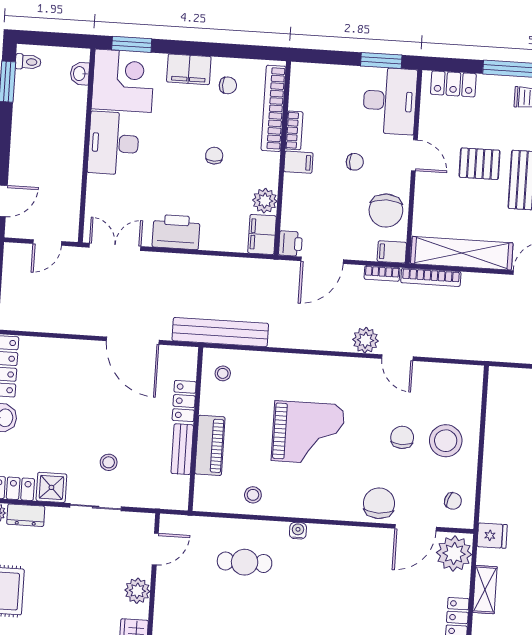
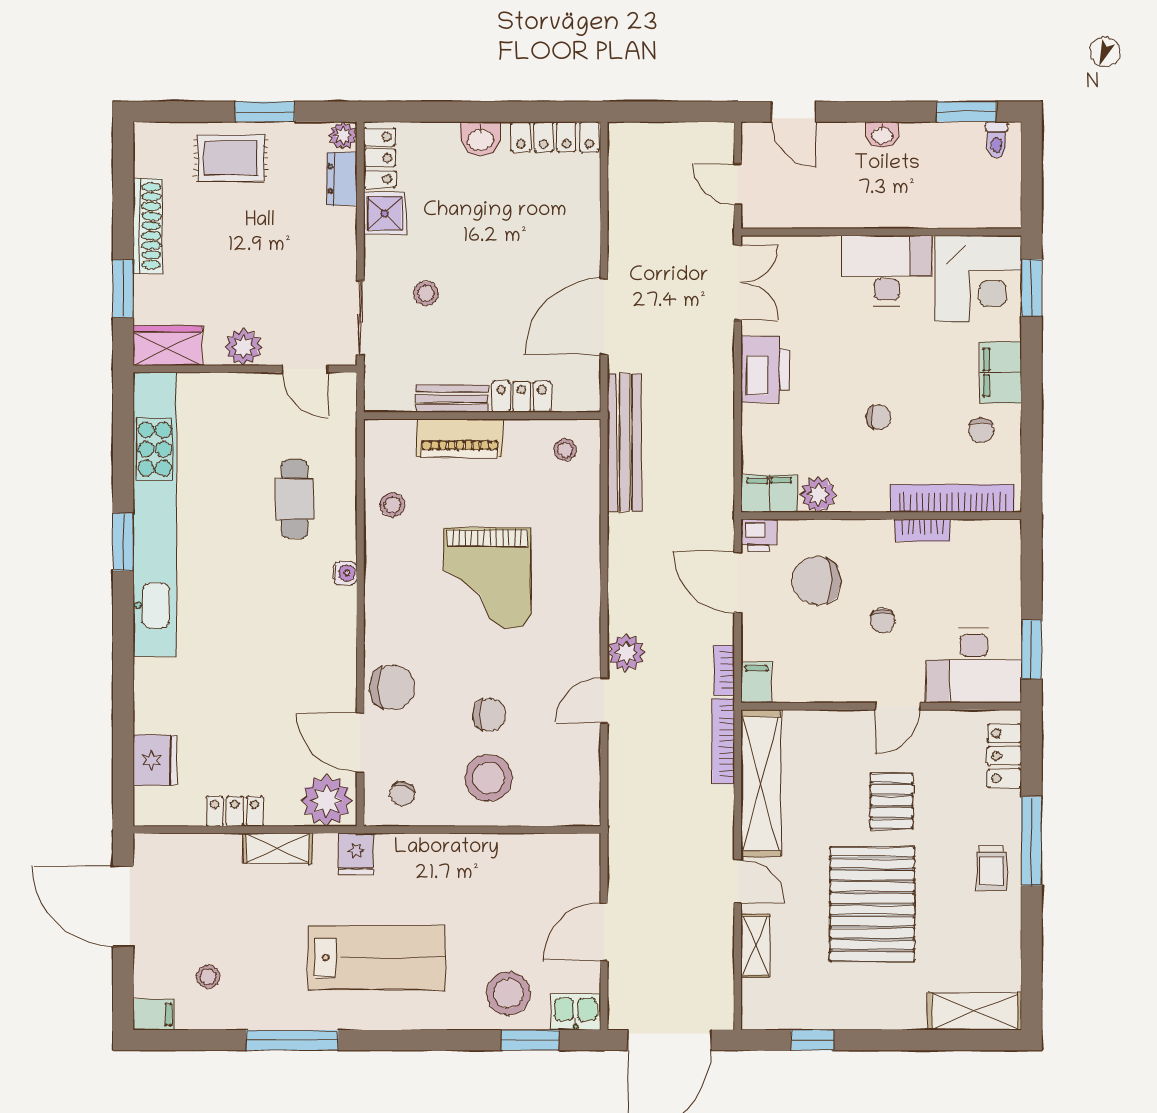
washbasin: (80, 74) -> (882, 135), moved, turned 180
filing cabinet: (298, 162) -> (877, 539), removed
chair: (386, 211) -> (816, 581), moved
sliding door: (96, 507) -> (360, 318), moved

